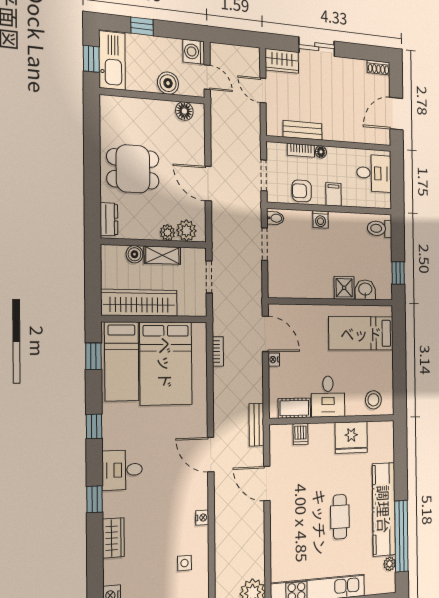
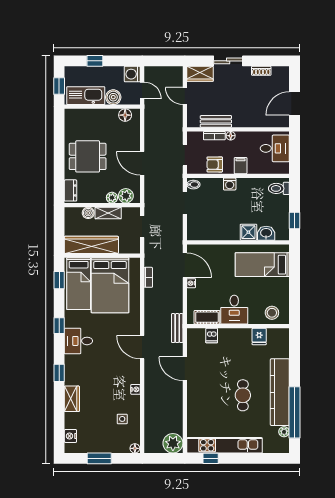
kitchen sink: (112, 61) -> (86, 96), moved, turned -90
shoe rack: (378, 67) -> (261, 71), moved
fridge: (351, 437) -> (259, 336), width x0.53, depth x0.75
desk: (122, 470) -> (78, 341), moved

